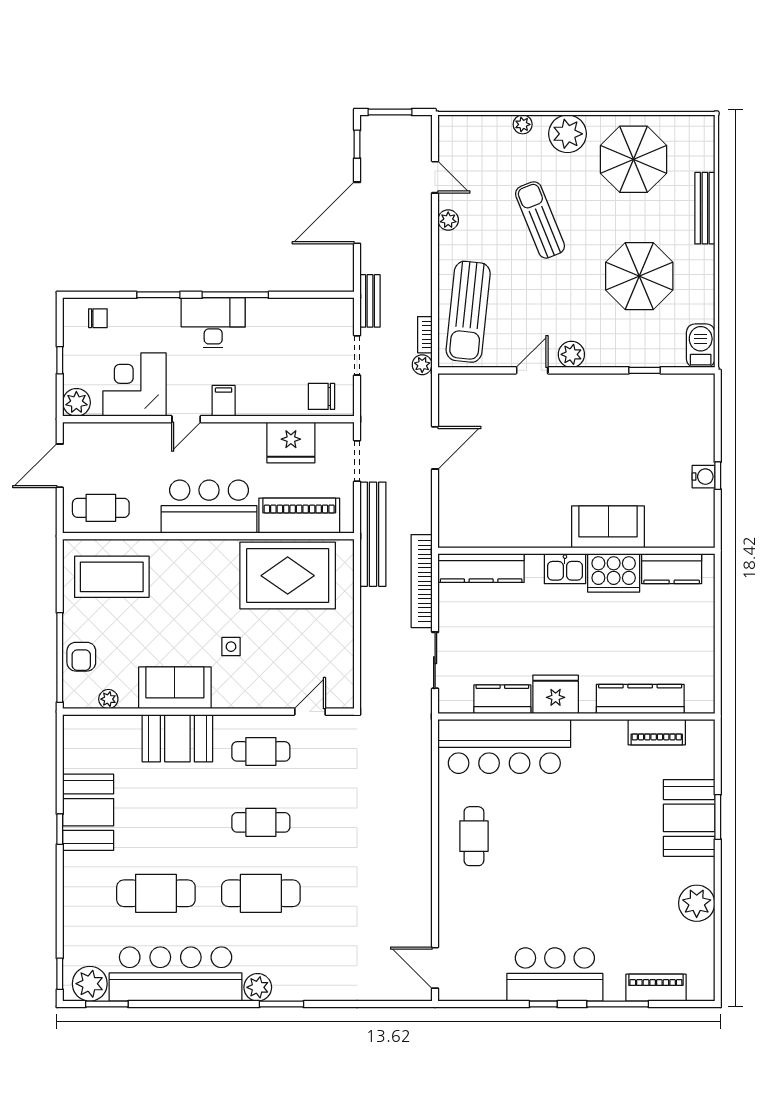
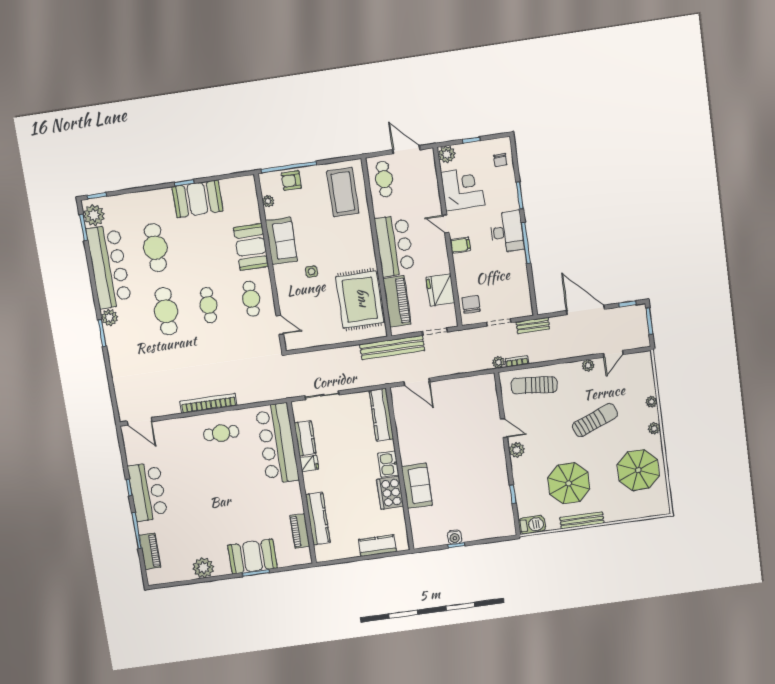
plant: (568, 134) -> (654, 428), width x0.53, depth x0.53
bench: (705, 208) -> (582, 520), moved
sun lounger: (468, 312) -> (534, 385), width x0.73, depth x0.75
door: (435, 448) -> (417, 382), moved
kitchen counter: (672, 569) -> (377, 546), moved, turned 90
bookcase: (422, 581) -> (208, 403), moved
fridge: (556, 694) -> (309, 463), width x0.53, depth x0.75
door: (435, 968) -> (139, 421), swing flipped

